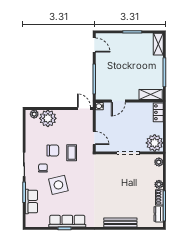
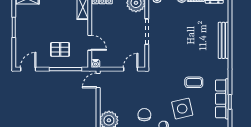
pallet: (112, 74) -> (60, 49), added
coffee table: (72, 153) -> (194, 82), moved

